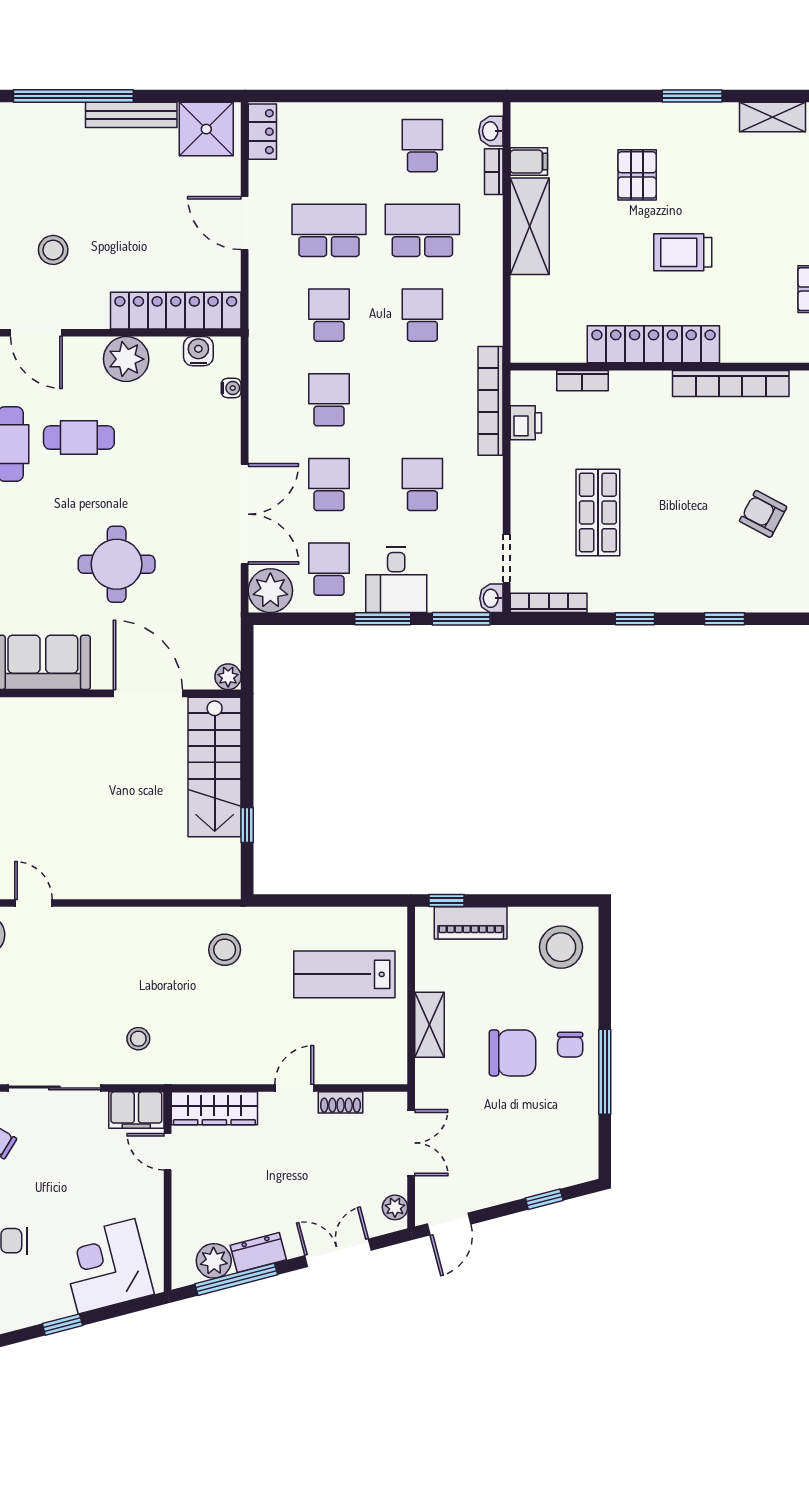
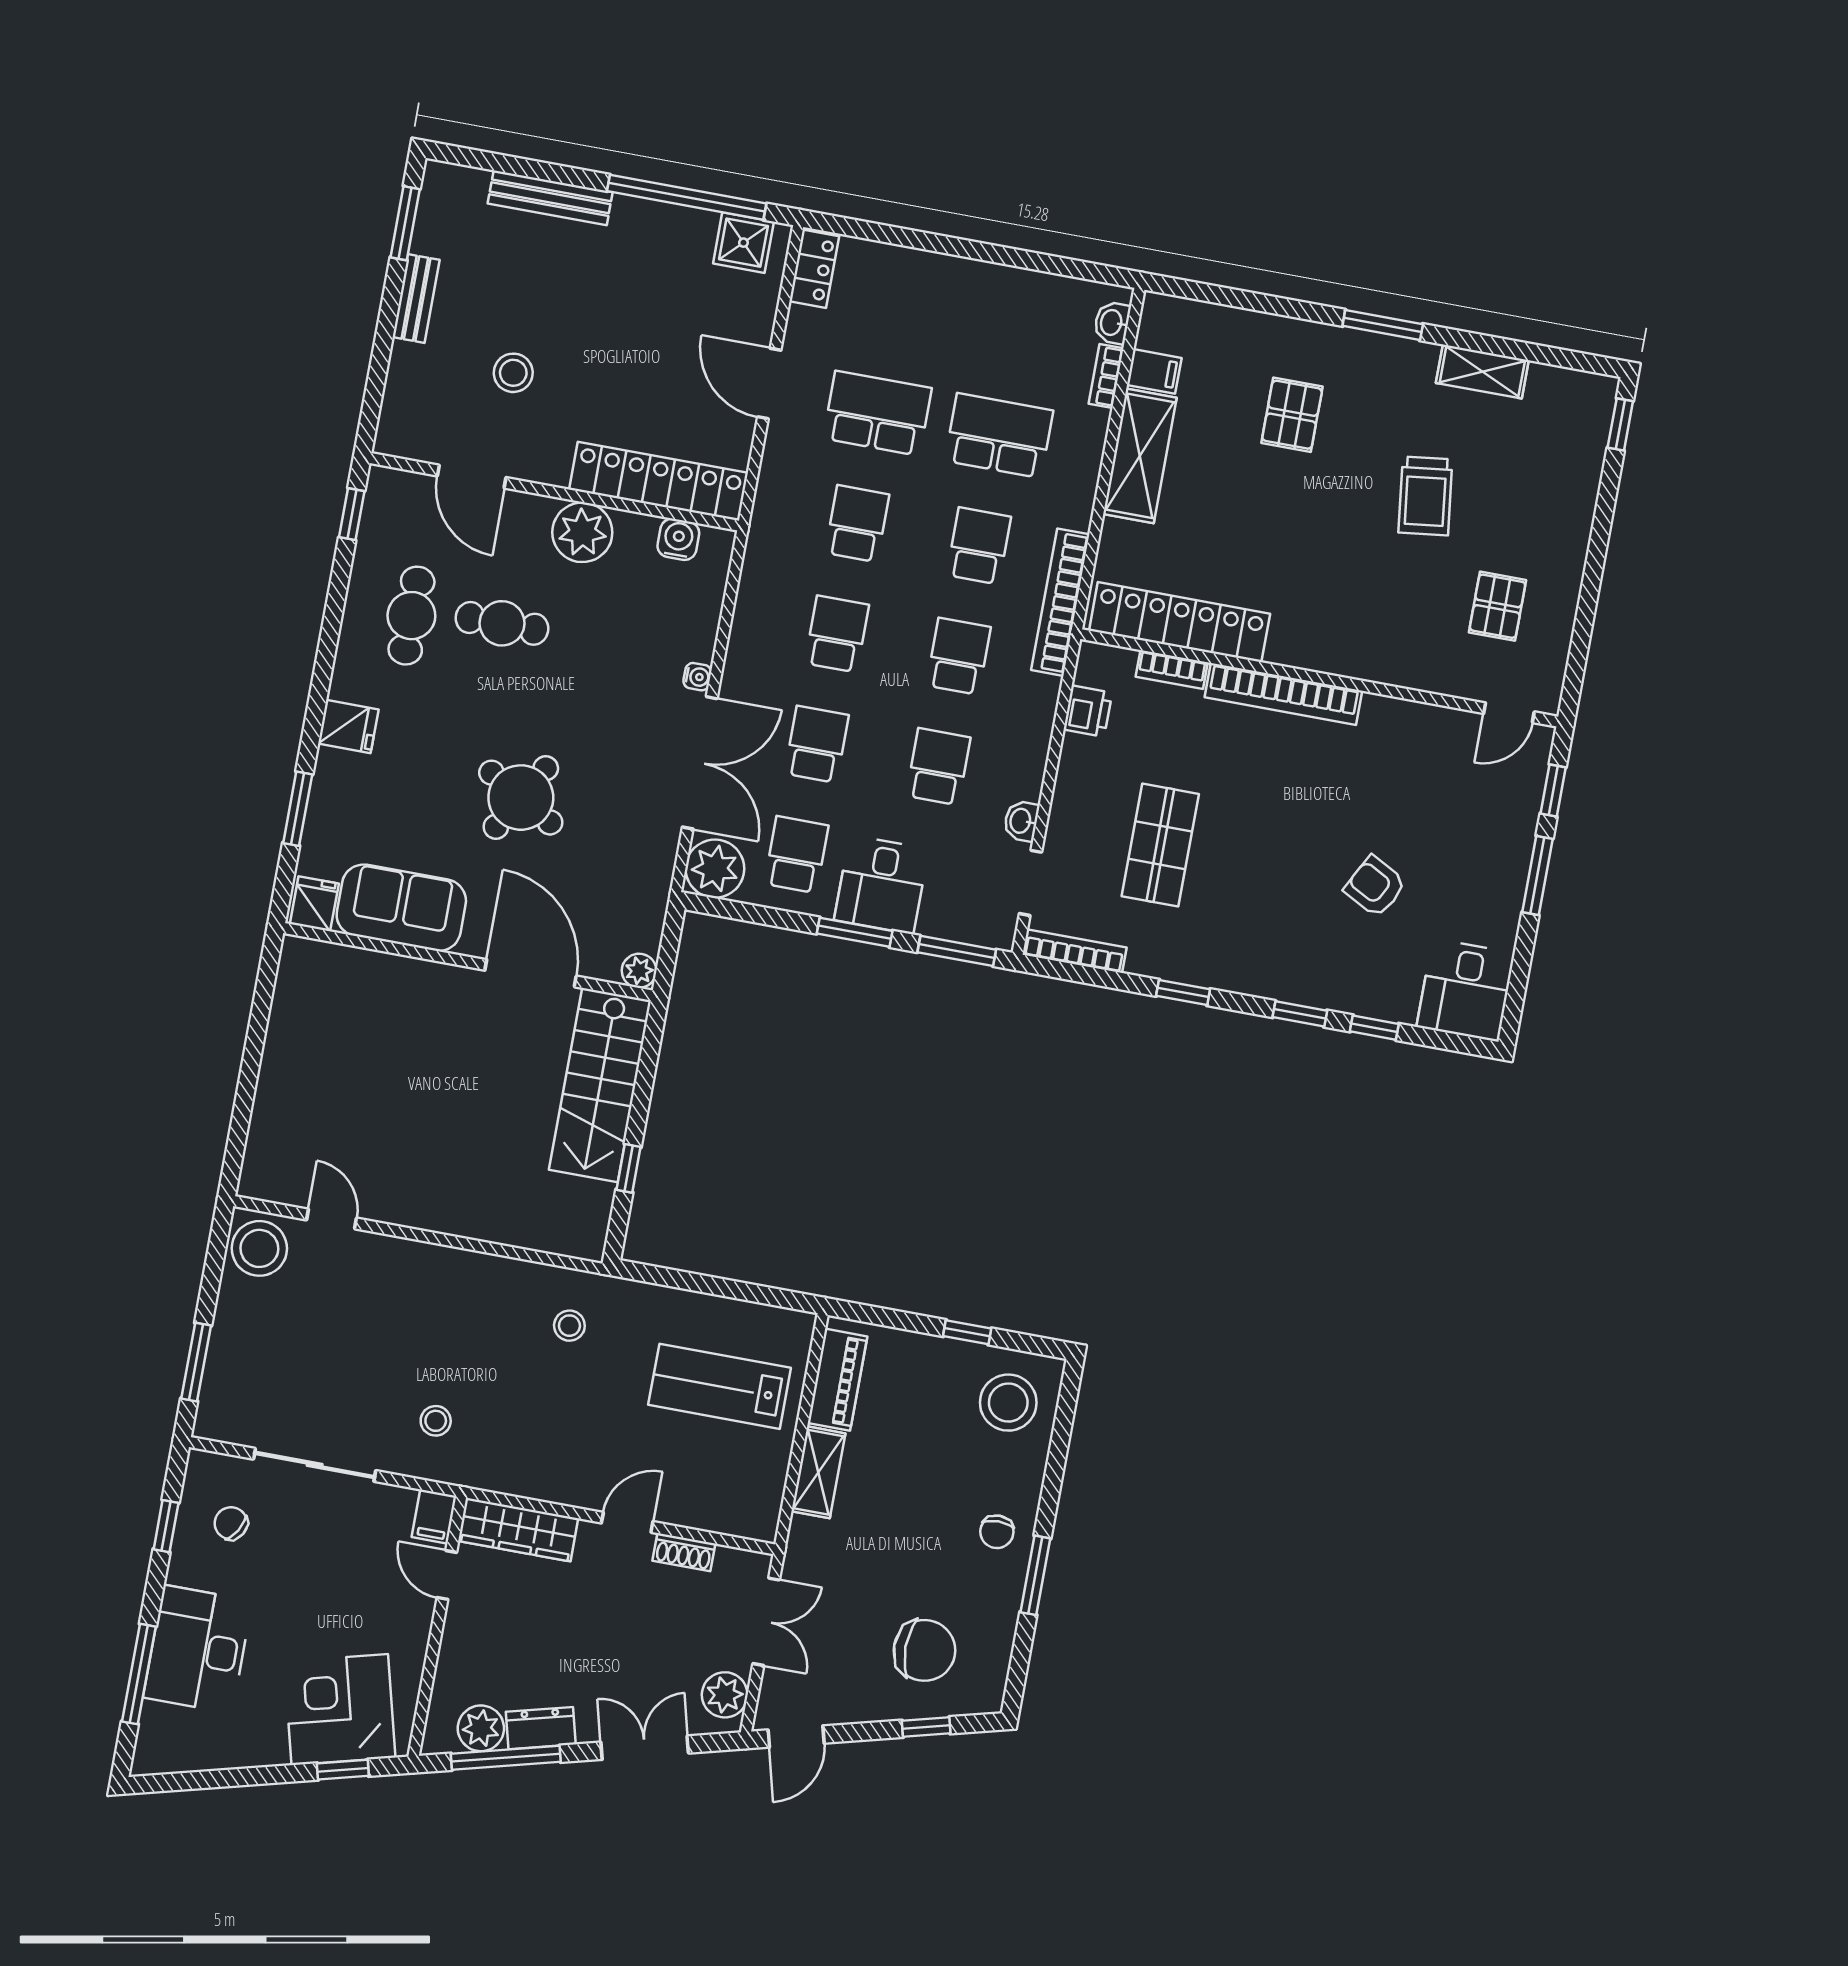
window: (73, 96) -> (687, 197), moved
bench: (131, 115) -> (550, 198), moved
shower: (206, 129) -> (743, 243), width x0.73, depth x0.73
school desk: (422, 146) -> (959, 656), moved
trolley: (683, 252) -> (1425, 496), moved, turned -97
locker: (653, 344) -> (1180, 622), moved
bookcase: (731, 384) -> (1283, 694), moved
water cooler: (231, 388) -> (697, 677), moved
bookcase: (491, 401) -> (1060, 602), moved
round table: (117, 564) -> (521, 798), turned 30
washbasin: (491, 598) -> (1021, 821), moved
window: (782, 619) -> (1374, 1028), added
window: (446, 901) -> (967, 1332), moved
piano: (471, 923) -> (837, 1380), moved, turned -90
stool: (225, 950) -> (569, 1326), width x0.73, depth x0.73
chair: (513, 1053) -> (924, 1650), moved
window: (605, 1072) -> (1035, 1575), width x0.69
filing cabinet: (136, 1110) -> (434, 1517), width x0.50
plant: (395, 1207) -> (725, 1695), width x1.38, depth x1.38
window: (62, 1325) -> (343, 1770), moved

